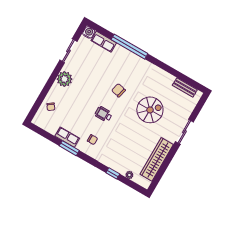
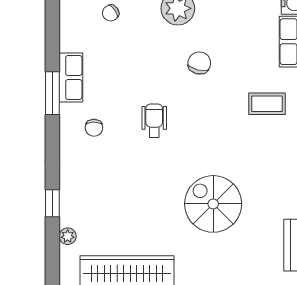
coffee table: (123, 66) -> (267, 104), added
chair: (119, 90) -> (199, 63), moved
spiral stairs: (150, 110) -> (213, 204), turned 180

